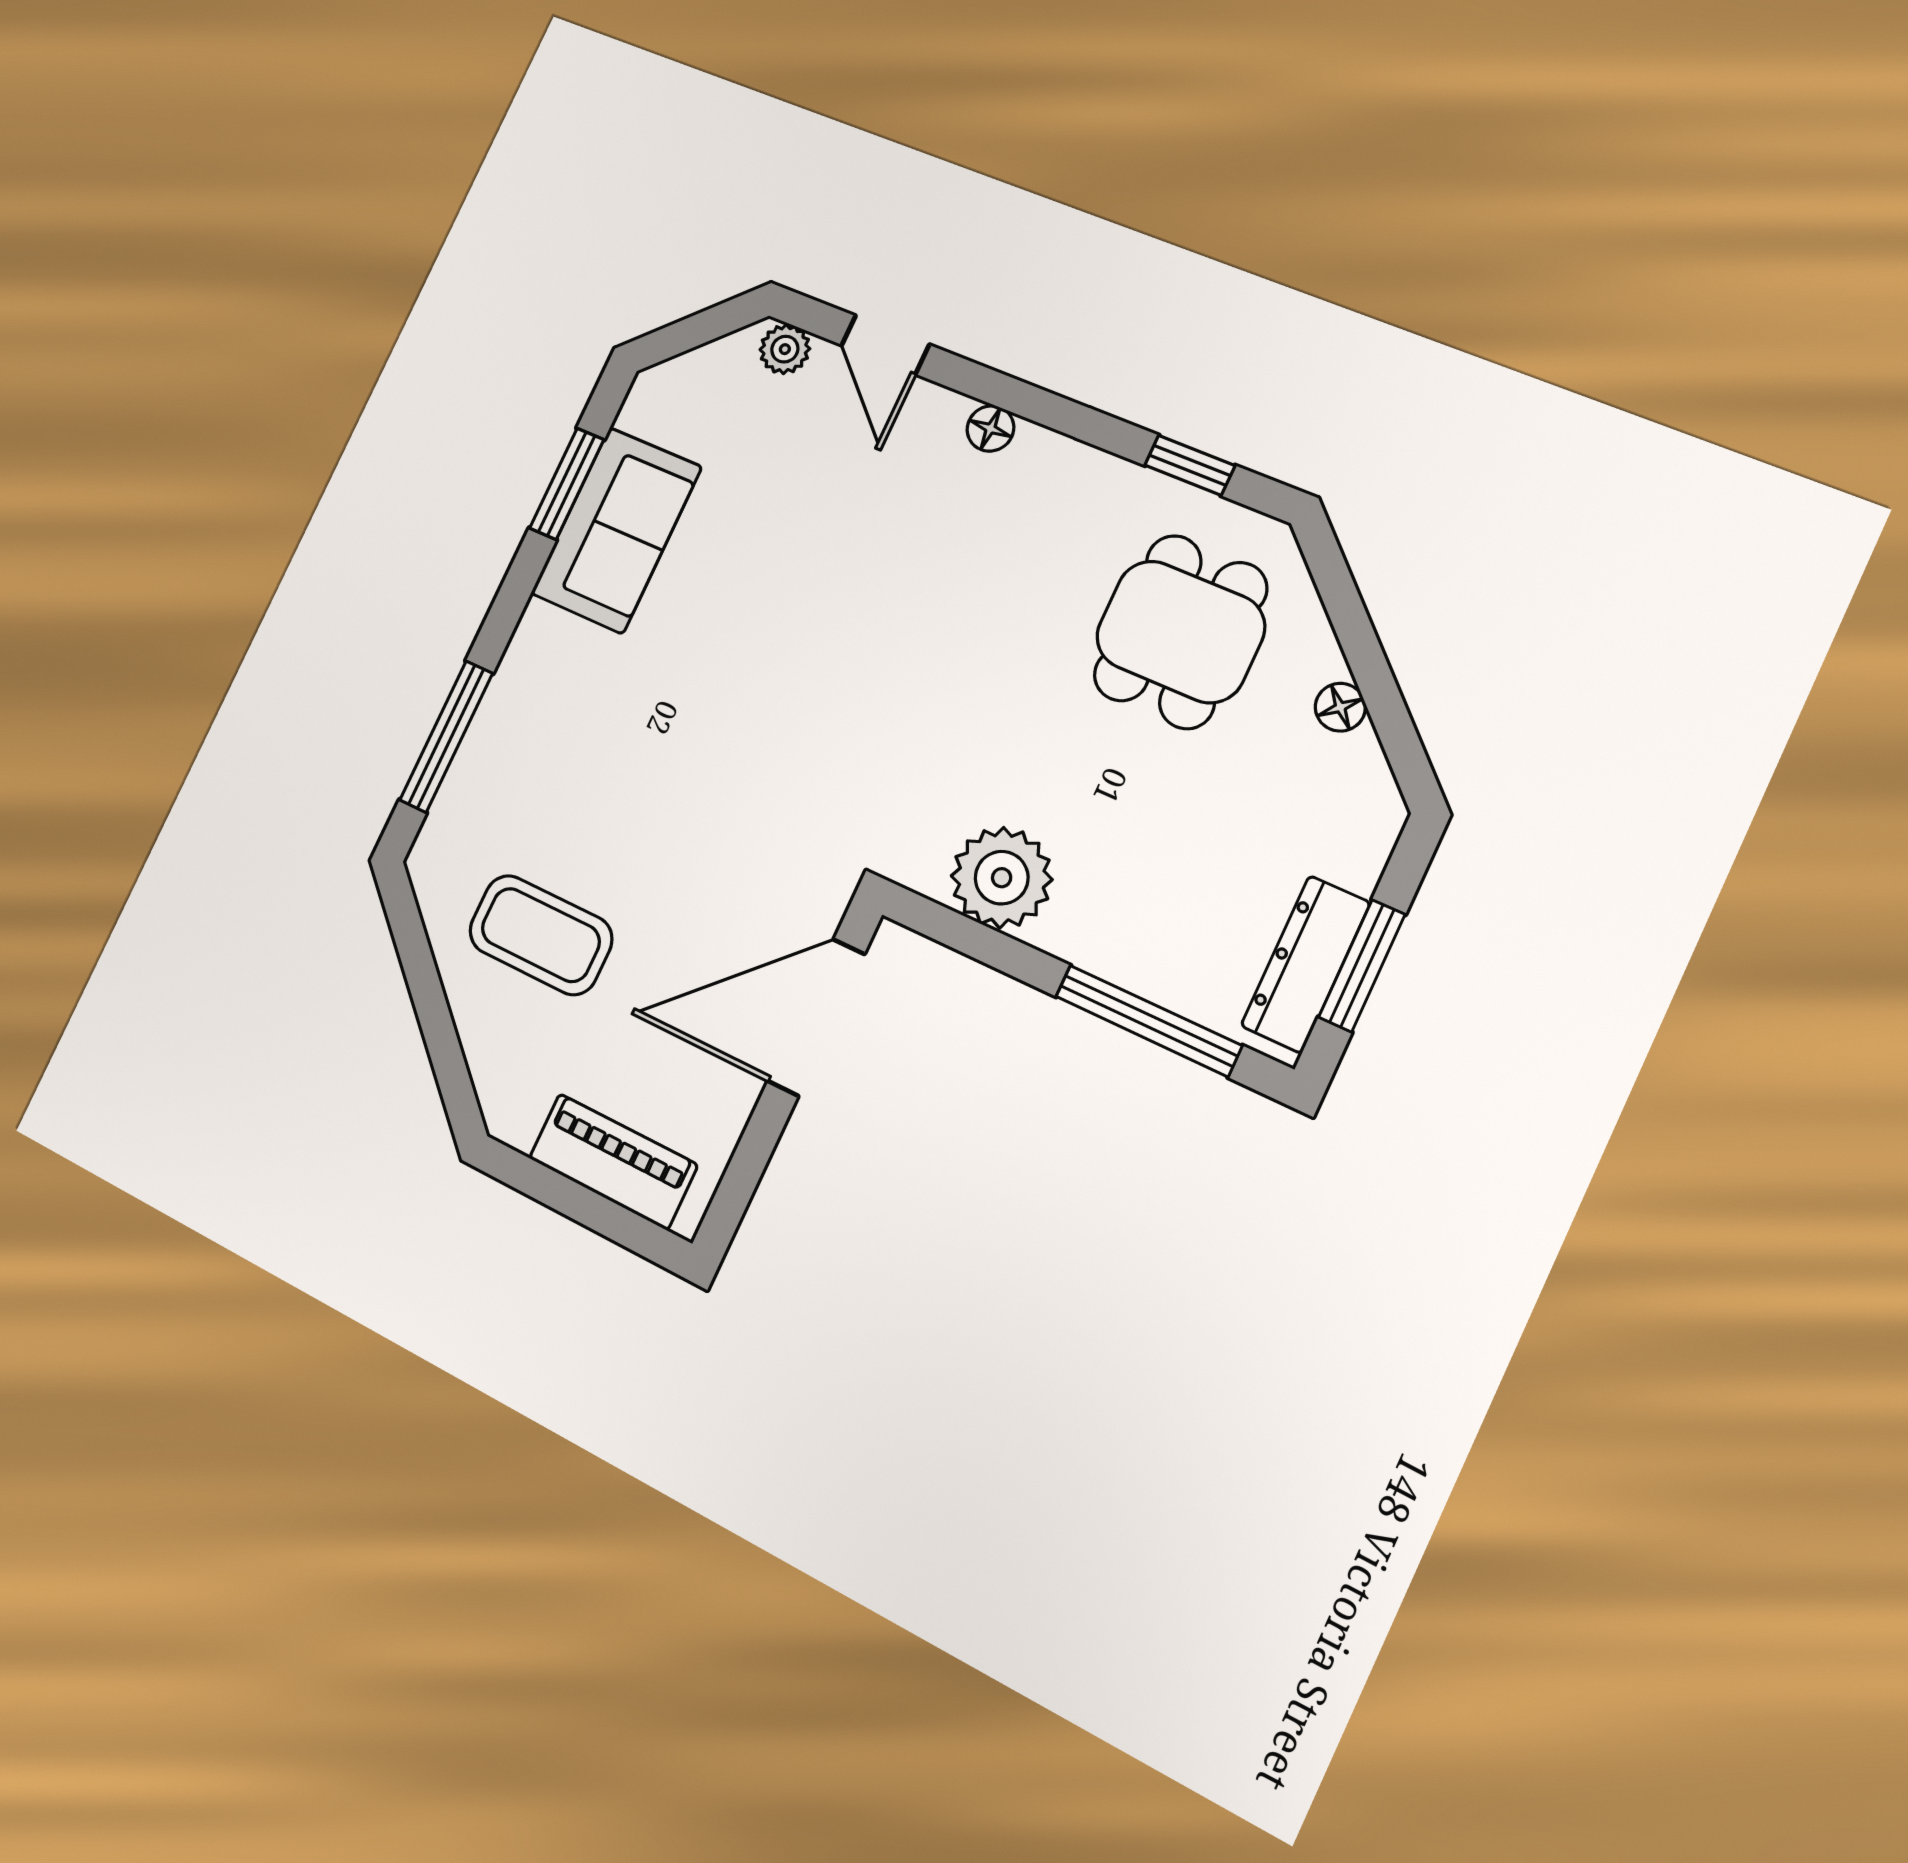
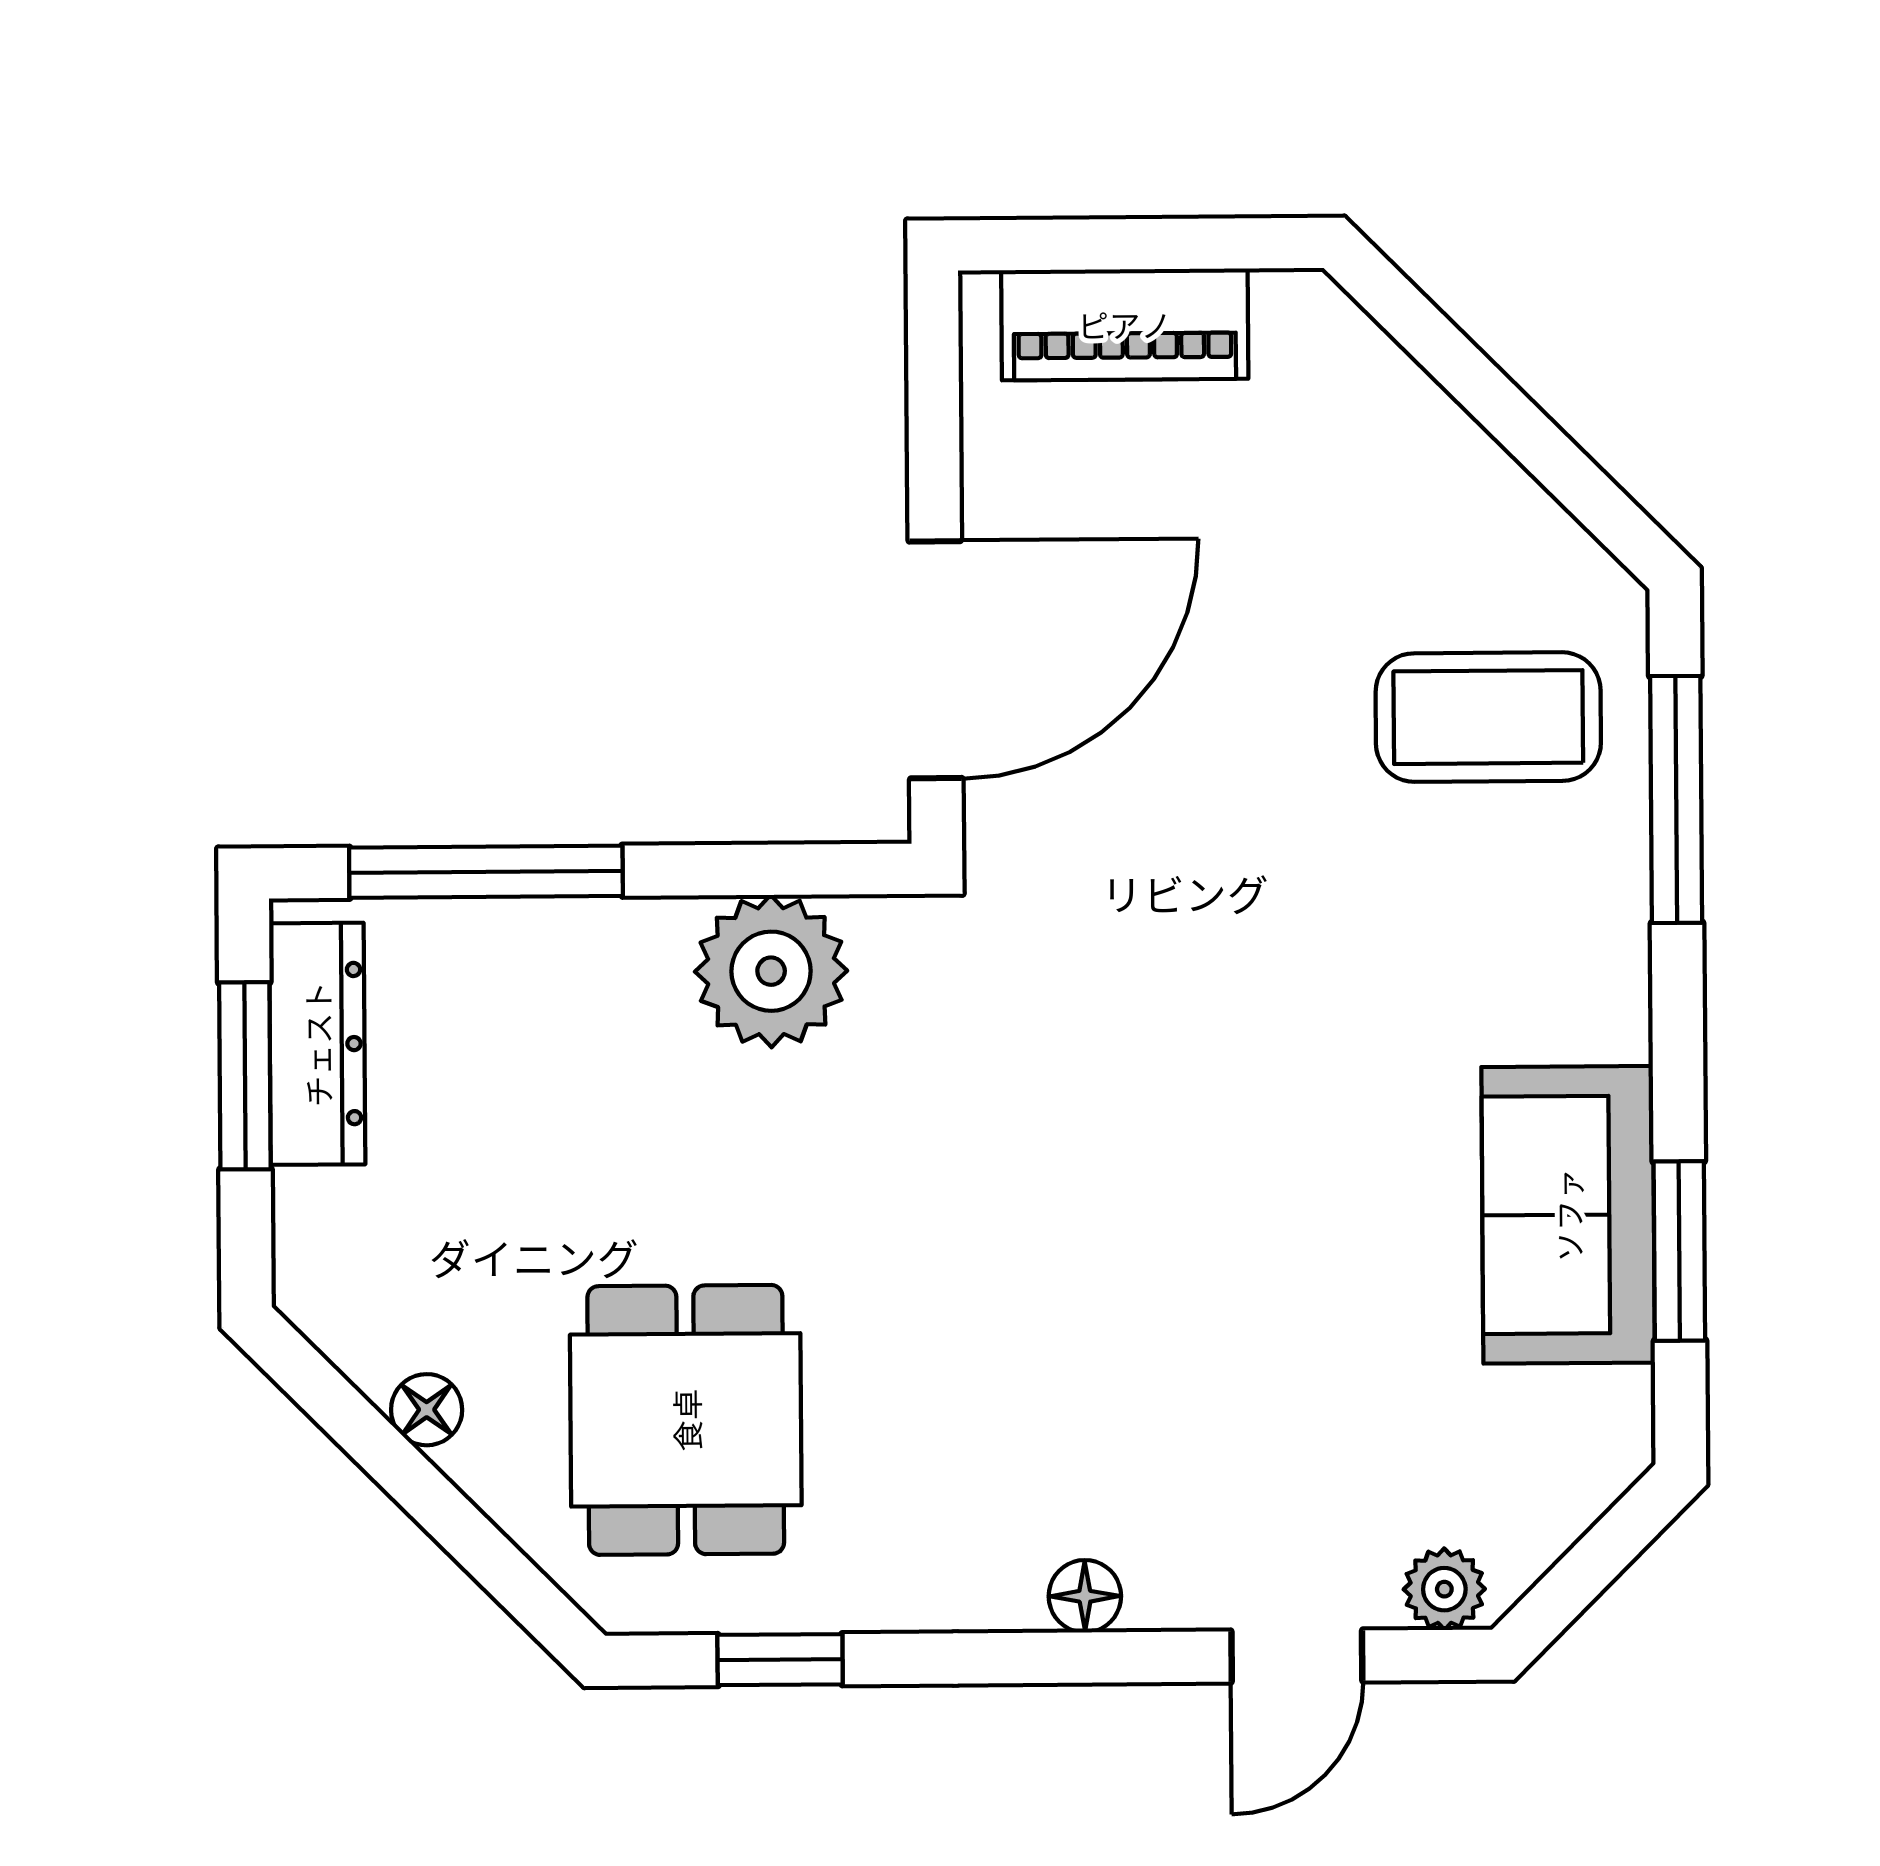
door: (885, 345) -> (1297, 1656), swing flipped
coffee table: (541, 935) -> (1488, 717), moved

